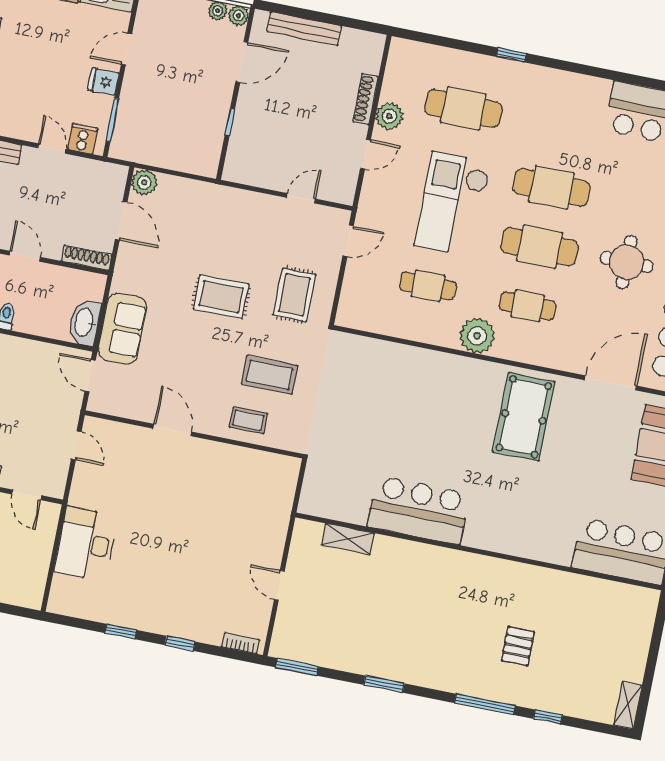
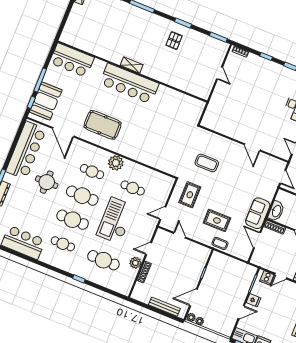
cafe table: (563, 128) -> (63, 244), added
door: (52, 148) -> (281, 276), hinge flipped
plant: (144, 182) -> (244, 254), removed
door: (301, 198) -> (179, 235), swing flipped
checkout: (452, 204) -> (116, 221), turned 180
rug: (221, 297) -> (217, 220), moved
washbasin: (85, 323) -> (276, 211), moved
sofa: (122, 329) -> (258, 213), moved
door: (610, 383) -> (63, 132), hinge flipped
pool table: (524, 417) -> (103, 125), turned 90
coffee table: (248, 420) -> (220, 243), moved
bar counter: (419, 510) -> (129, 84), moved, width x1.36
shelving: (348, 539) -> (132, 65), moved
pallet: (518, 646) -> (174, 41), moved

